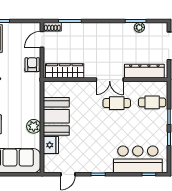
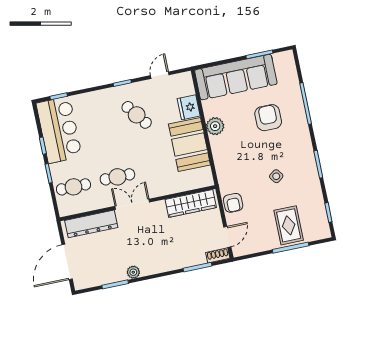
plant: (139, 27) -> (133, 272), moved
cafe table: (92, 148) -> (137, 115), added
bar counter: (138, 159) -> (59, 130), moved, turned -90

